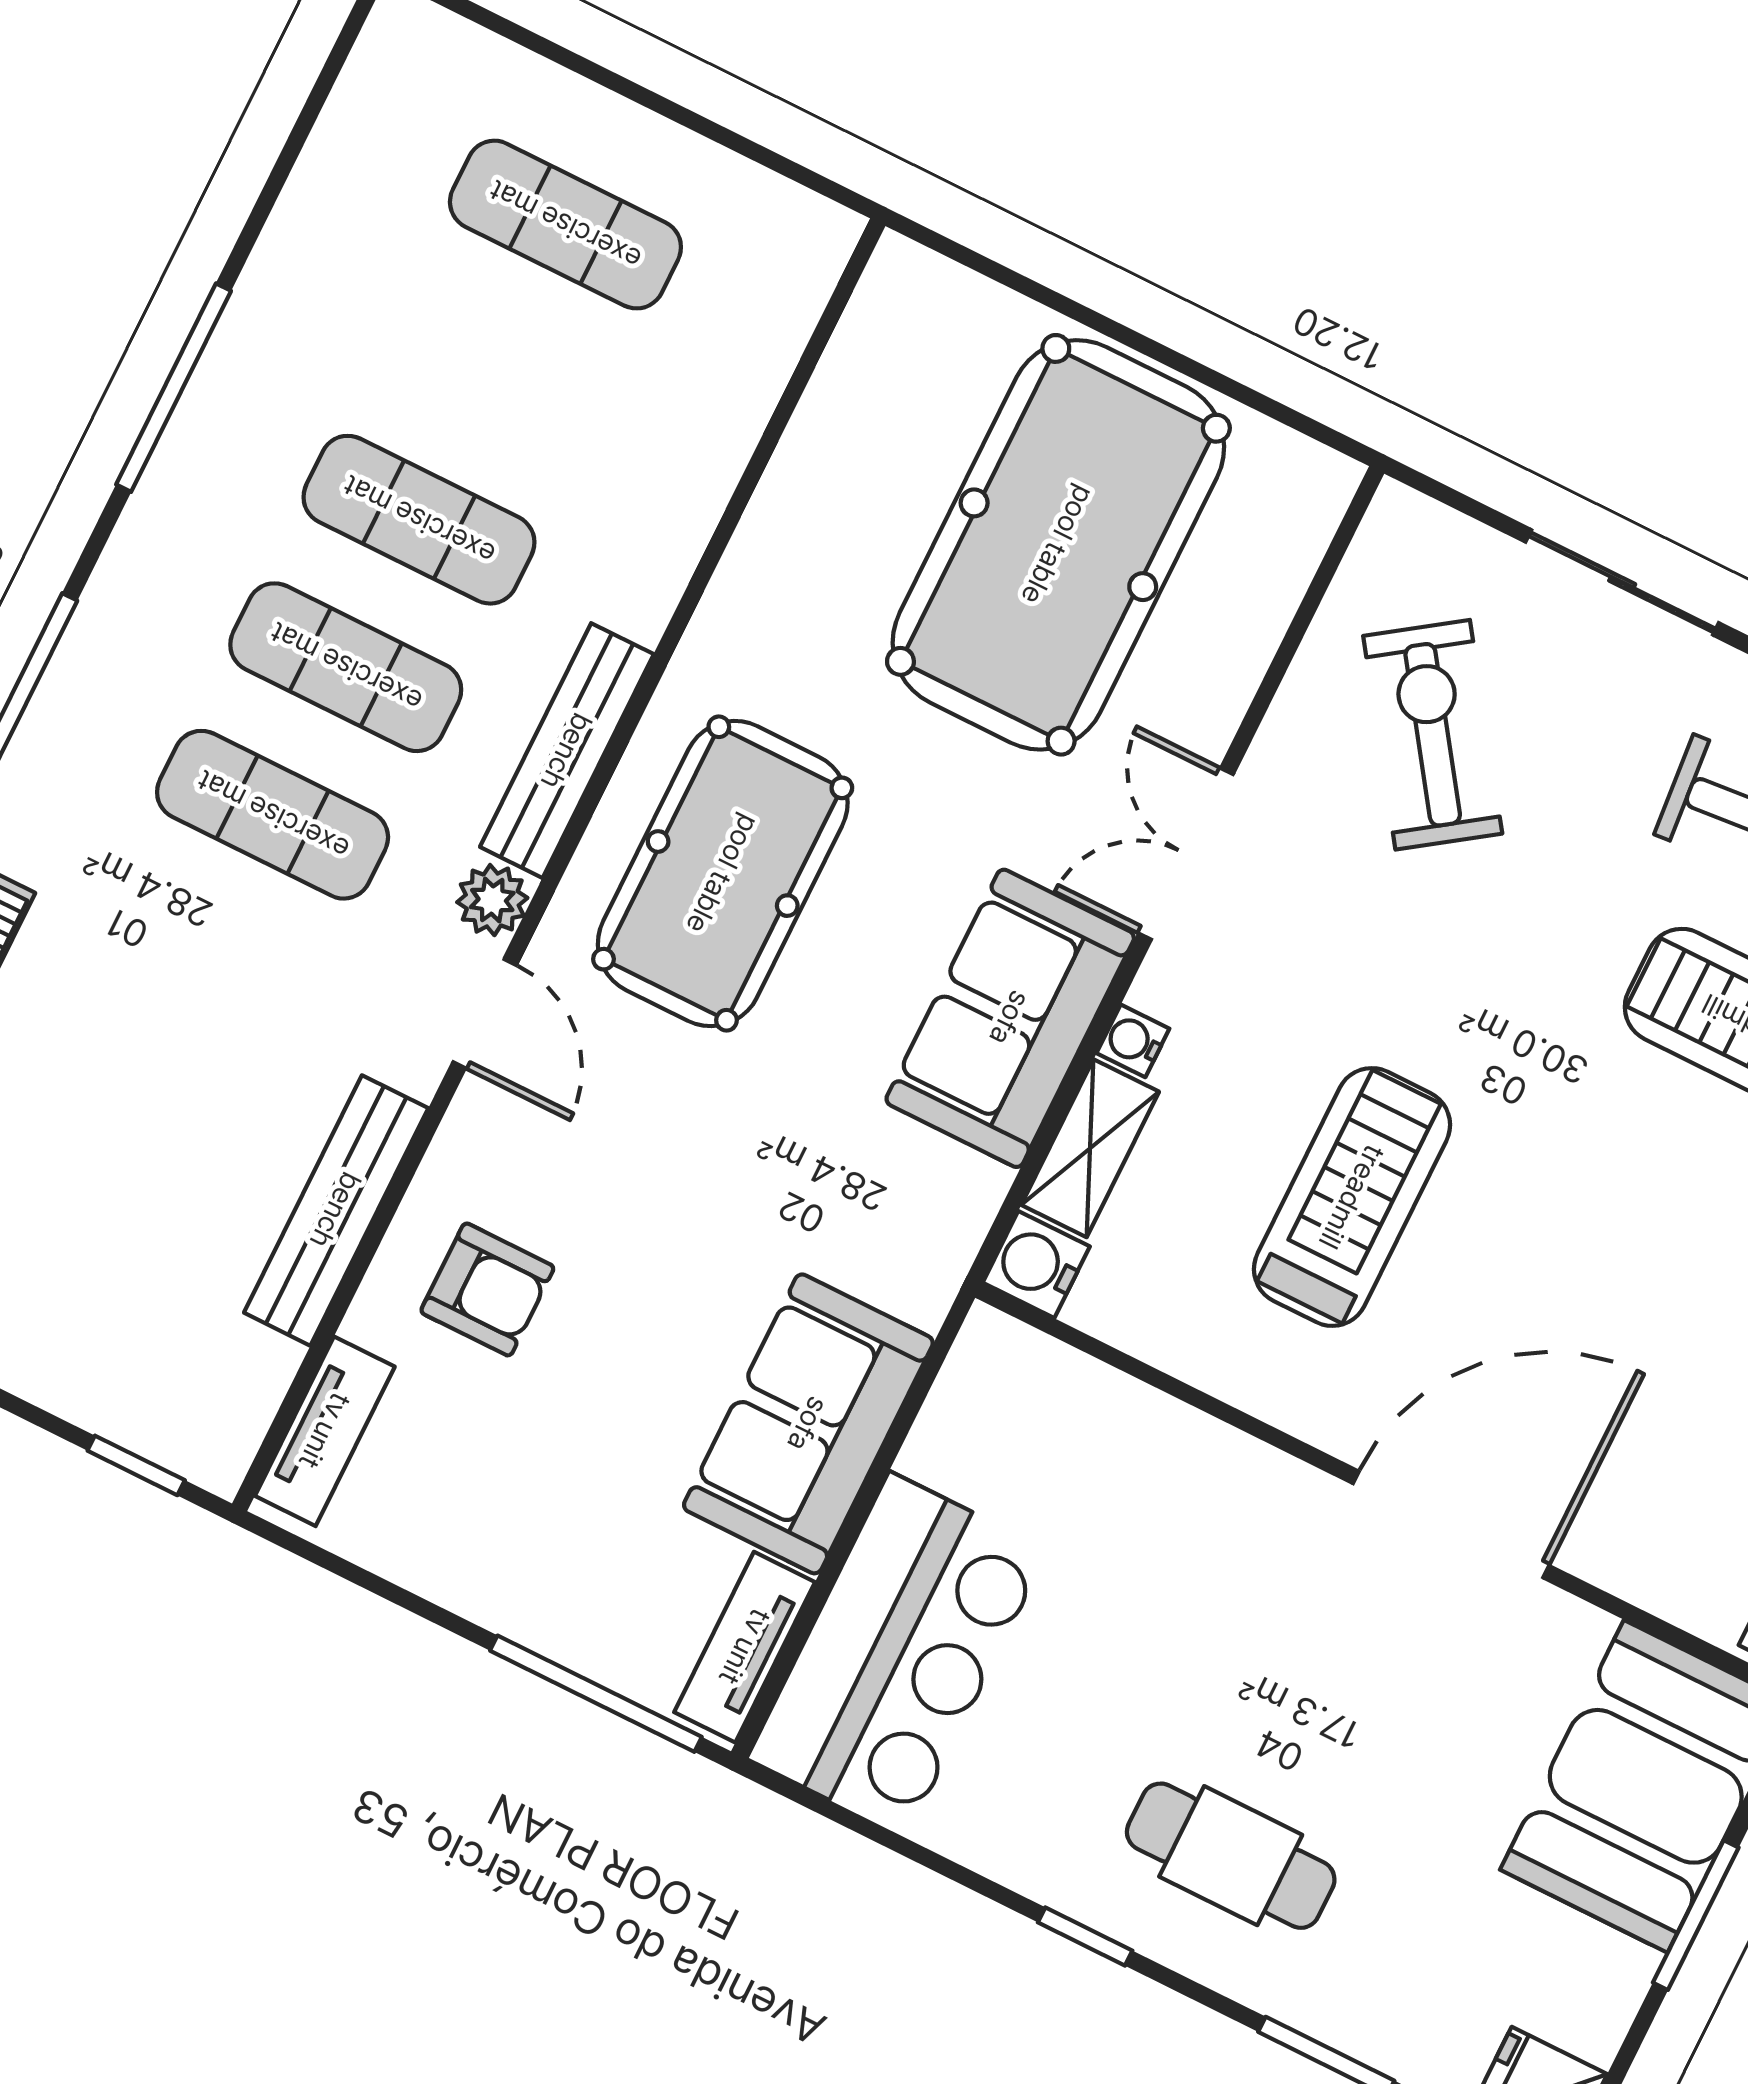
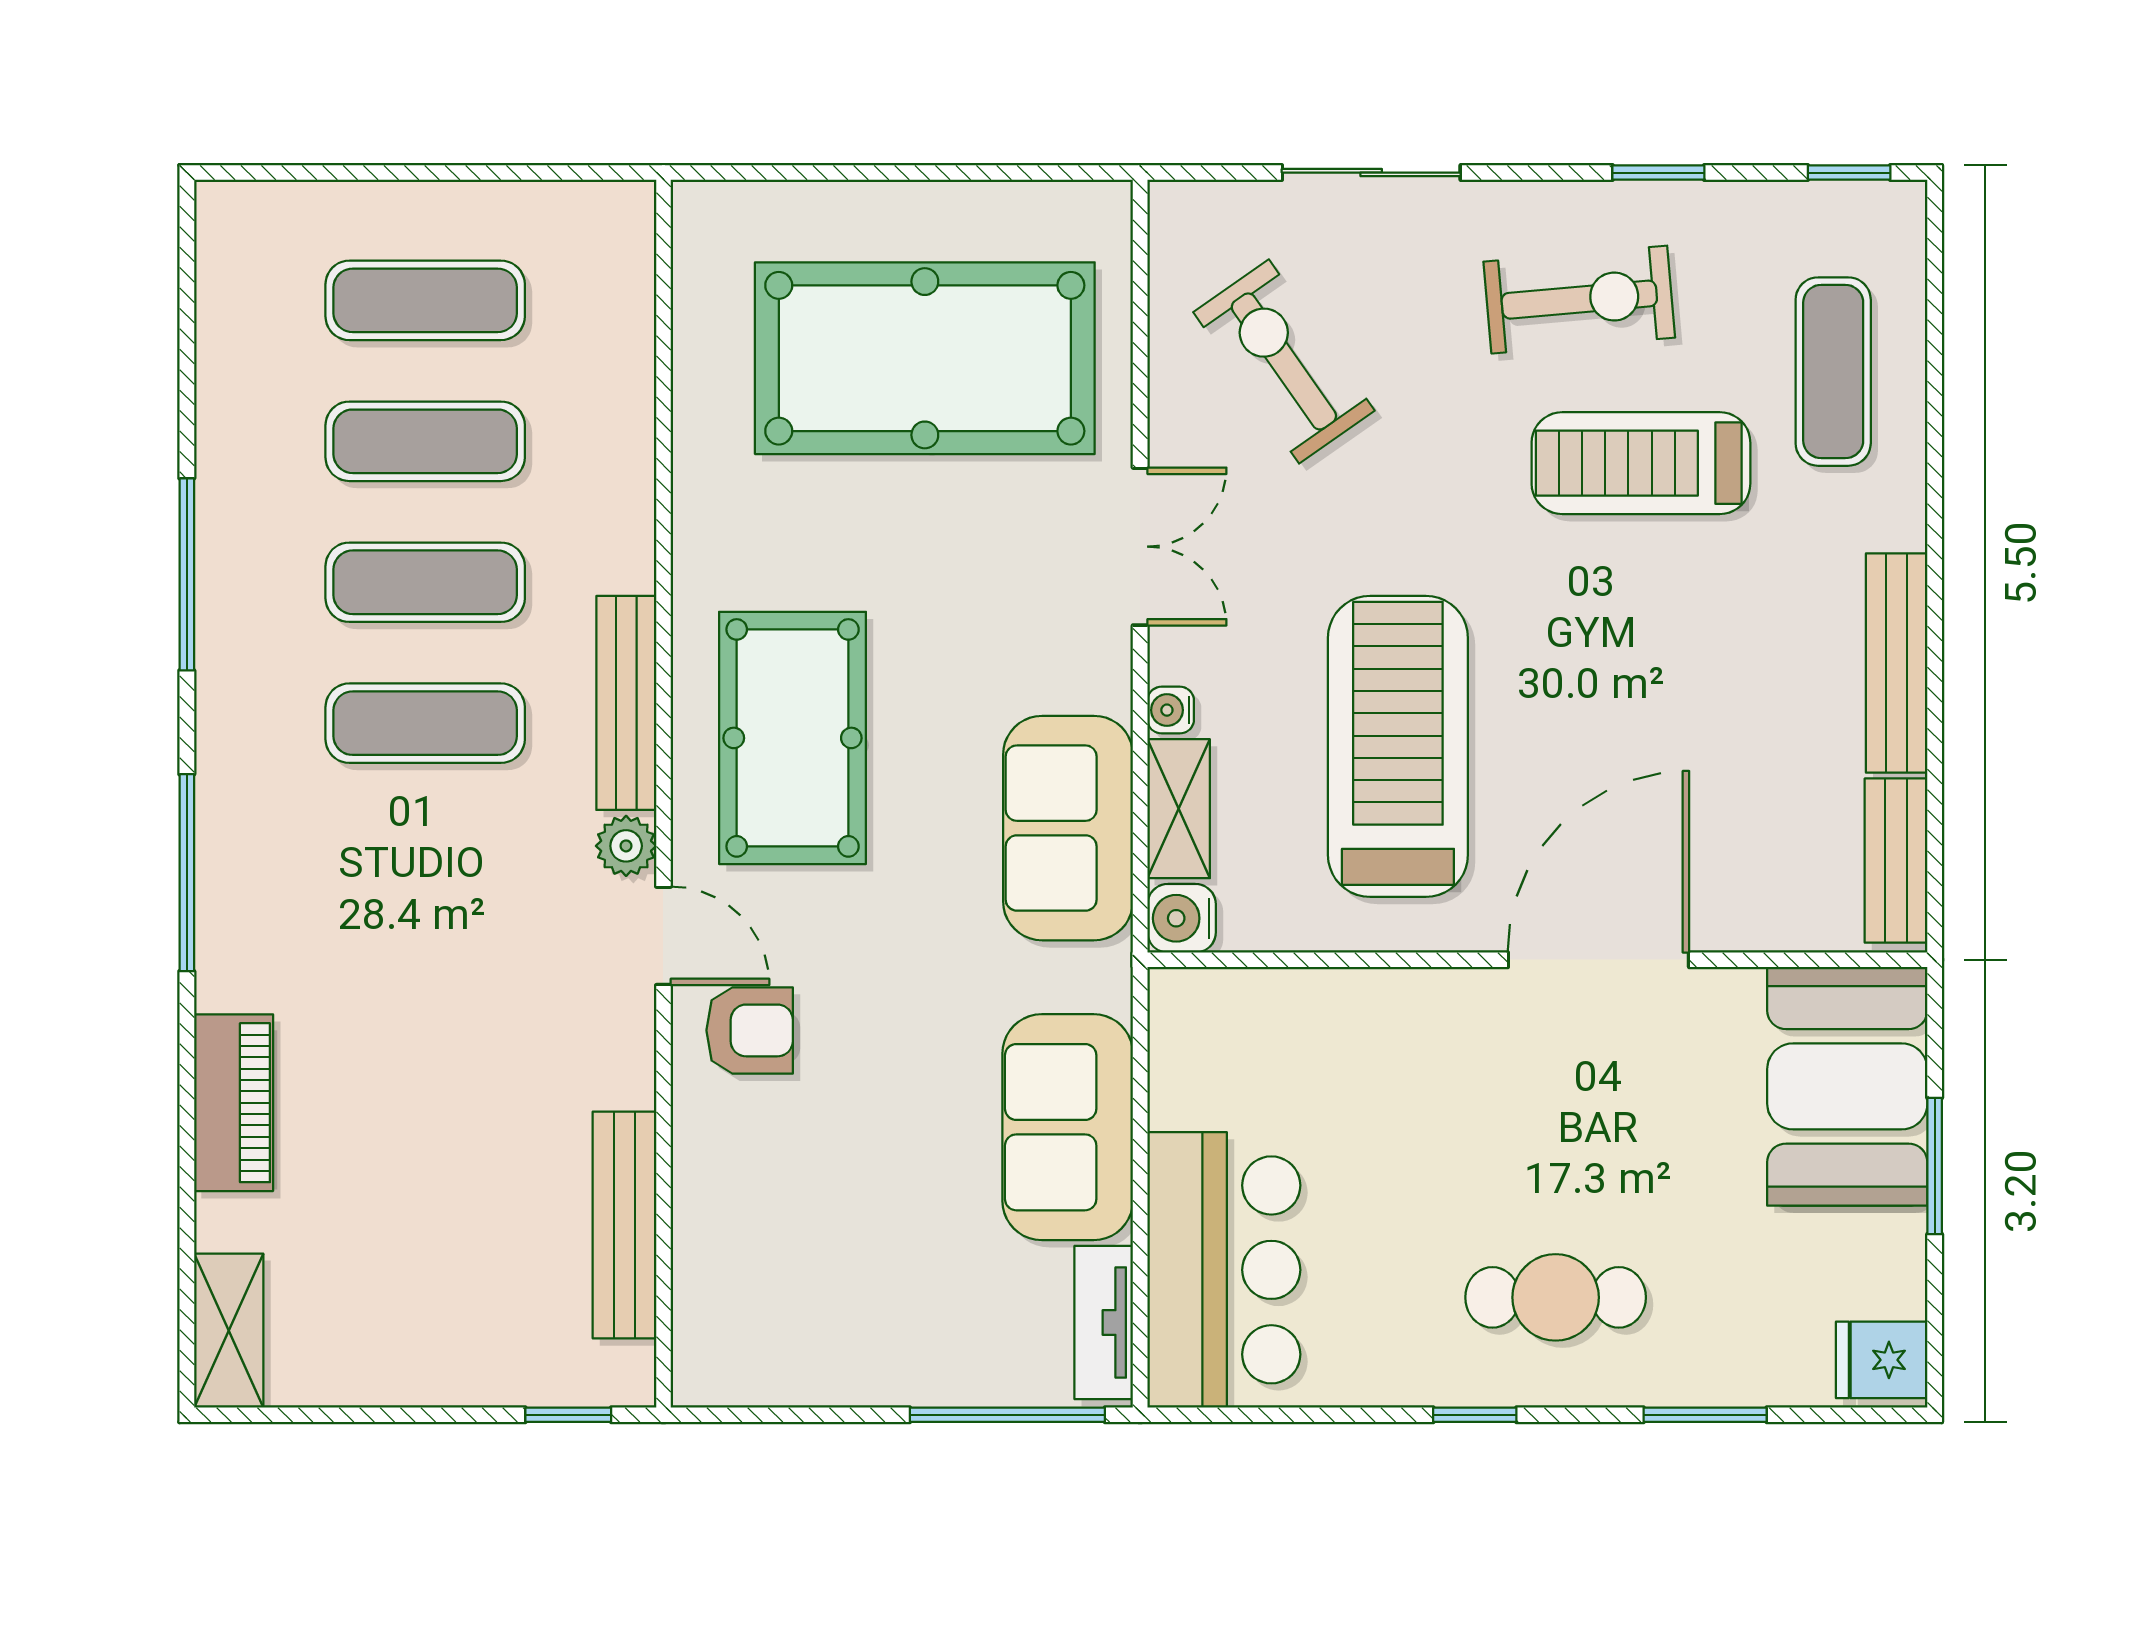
pool table: (1058, 545) -> (925, 358), turned 90
exercise mat: (273, 815) -> (425, 441), moved
double door: (1186, 854) -> (1140, 547), swing flipped
sofa: (1010, 1018) -> (1068, 828), moved
treadmill: (1352, 1197) -> (1398, 746), width x1.37, depth x1.38
bench: (336, 1210) -> (624, 1225), moved
armchair: (487, 1289) -> (750, 1030), moved
tv unit: (325, 1431) -> (700, 1317), removed

